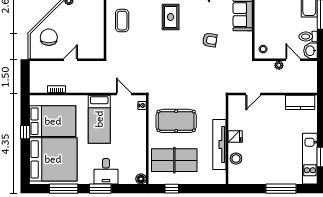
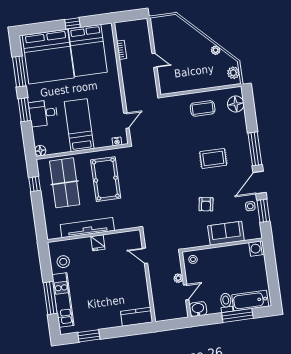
chair: (49, 37) -> (175, 34), removed
toilet: (308, 37) -> (226, 303), moved
armchair: (210, 40) -> (206, 204), moved
kitchen counter: (300, 102) -> (137, 317), moved, turned 90
bed: (99, 119) -> (79, 125), moved, turned 90
stool: (236, 159) -> (63, 262), moved
kitchen unit: (310, 159) -> (63, 300), moved, turned 90

